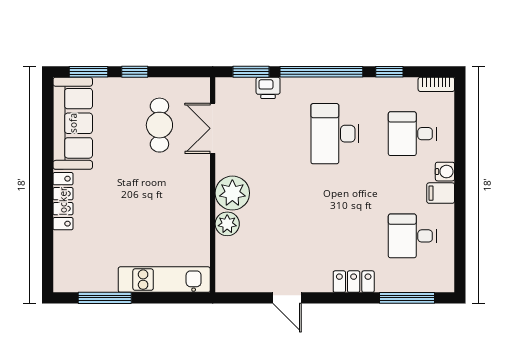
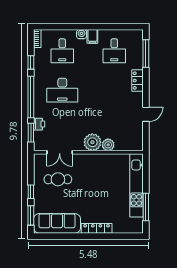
kitchen unit: (164, 280) -> (136, 185), width x1.36

